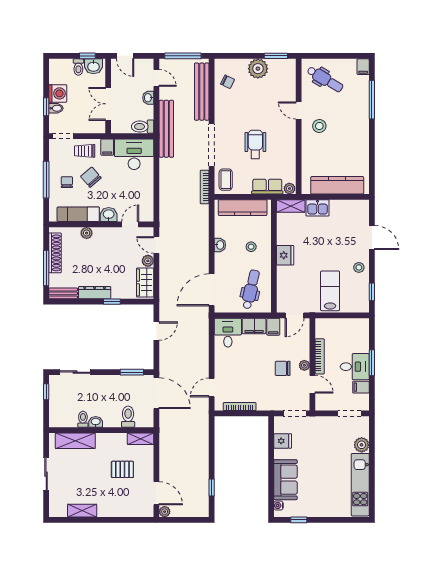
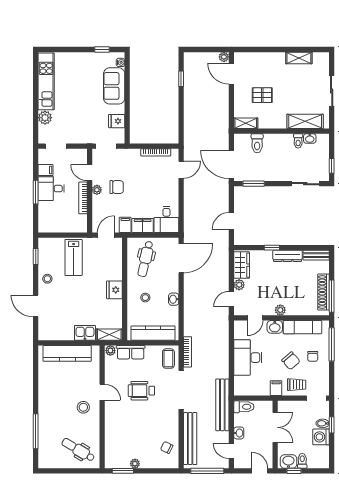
filing cabinet: (363, 67) -> (44, 461), removed
plant: (258, 69) -> (135, 464), width x0.53, depth x0.53
door: (299, 110) -> (102, 392), moved
wheelchair: (255, 144) -> (141, 391), turned 90
desk: (134, 154) -> (248, 358), moved, turned 90
window: (46, 180) -> (332, 344), moved
plant: (87, 233) -> (280, 310), moved
door: (156, 245) -> (231, 299), swing flipped
window: (46, 268) -> (332, 296), moved
washbasin: (96, 422) -> (310, 138), moved

